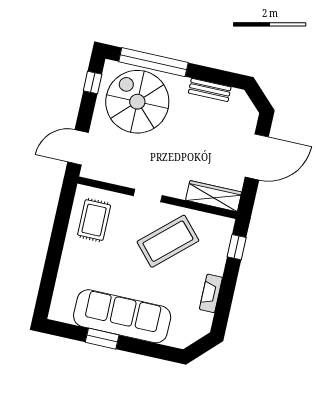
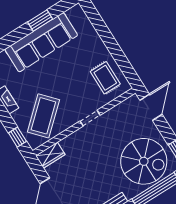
wardrobe: (214, 196) -> (50, 155), width x0.67
coffee table: (168, 241) -> (43, 116), moved

